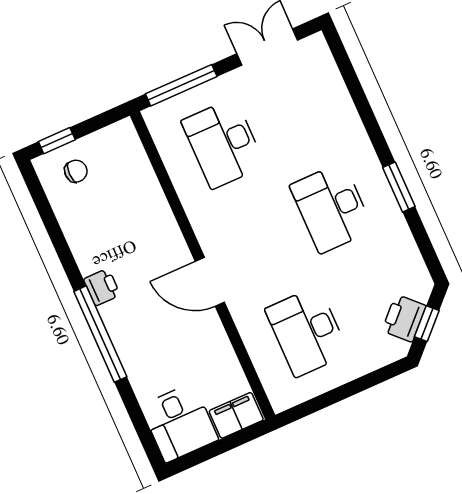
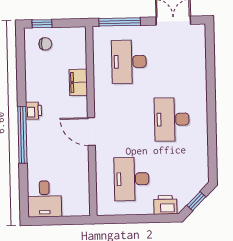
window: (399, 187) -> (212, 123), removed
printer: (404, 318) -> (165, 205), moved, turned 45
filing cabinet: (236, 415) -> (78, 82), moved, turned -90

